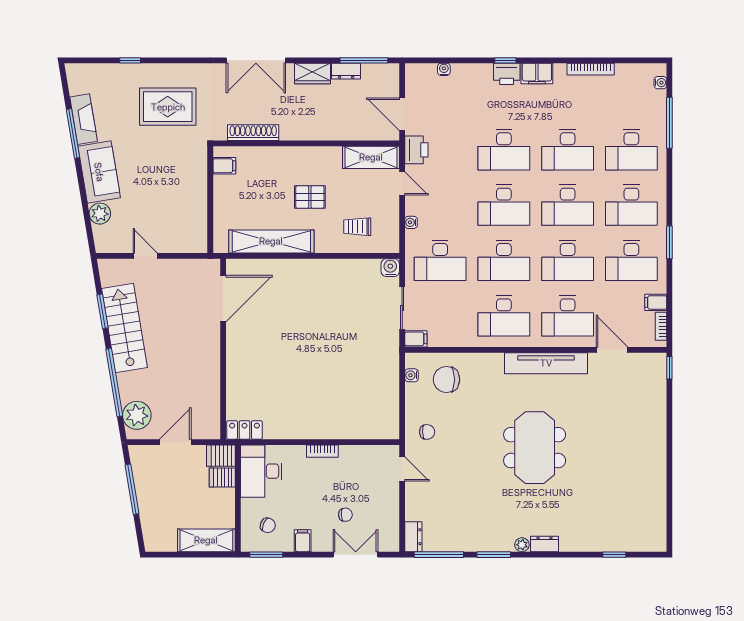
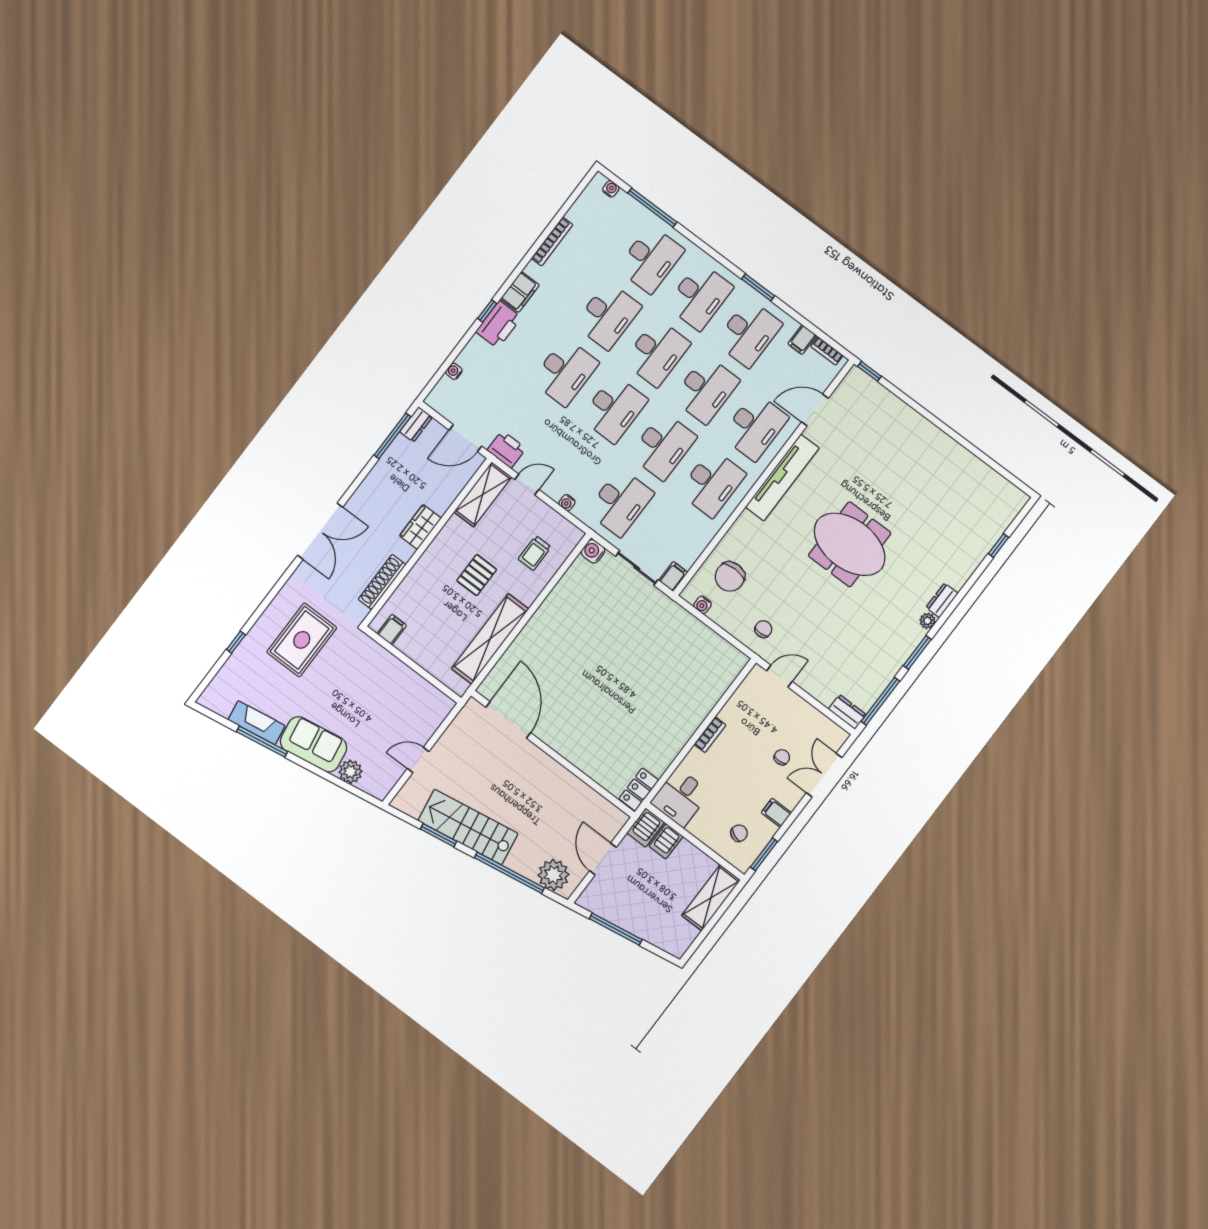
dresser: (346, 71) -> (416, 424), moved
wardrobe: (312, 73) -> (420, 527), moved, turned 180
printer: (507, 74) -> (499, 325), width x1.37, depth x1.19
desk: (261, 471) -> (680, 797), width x0.73

